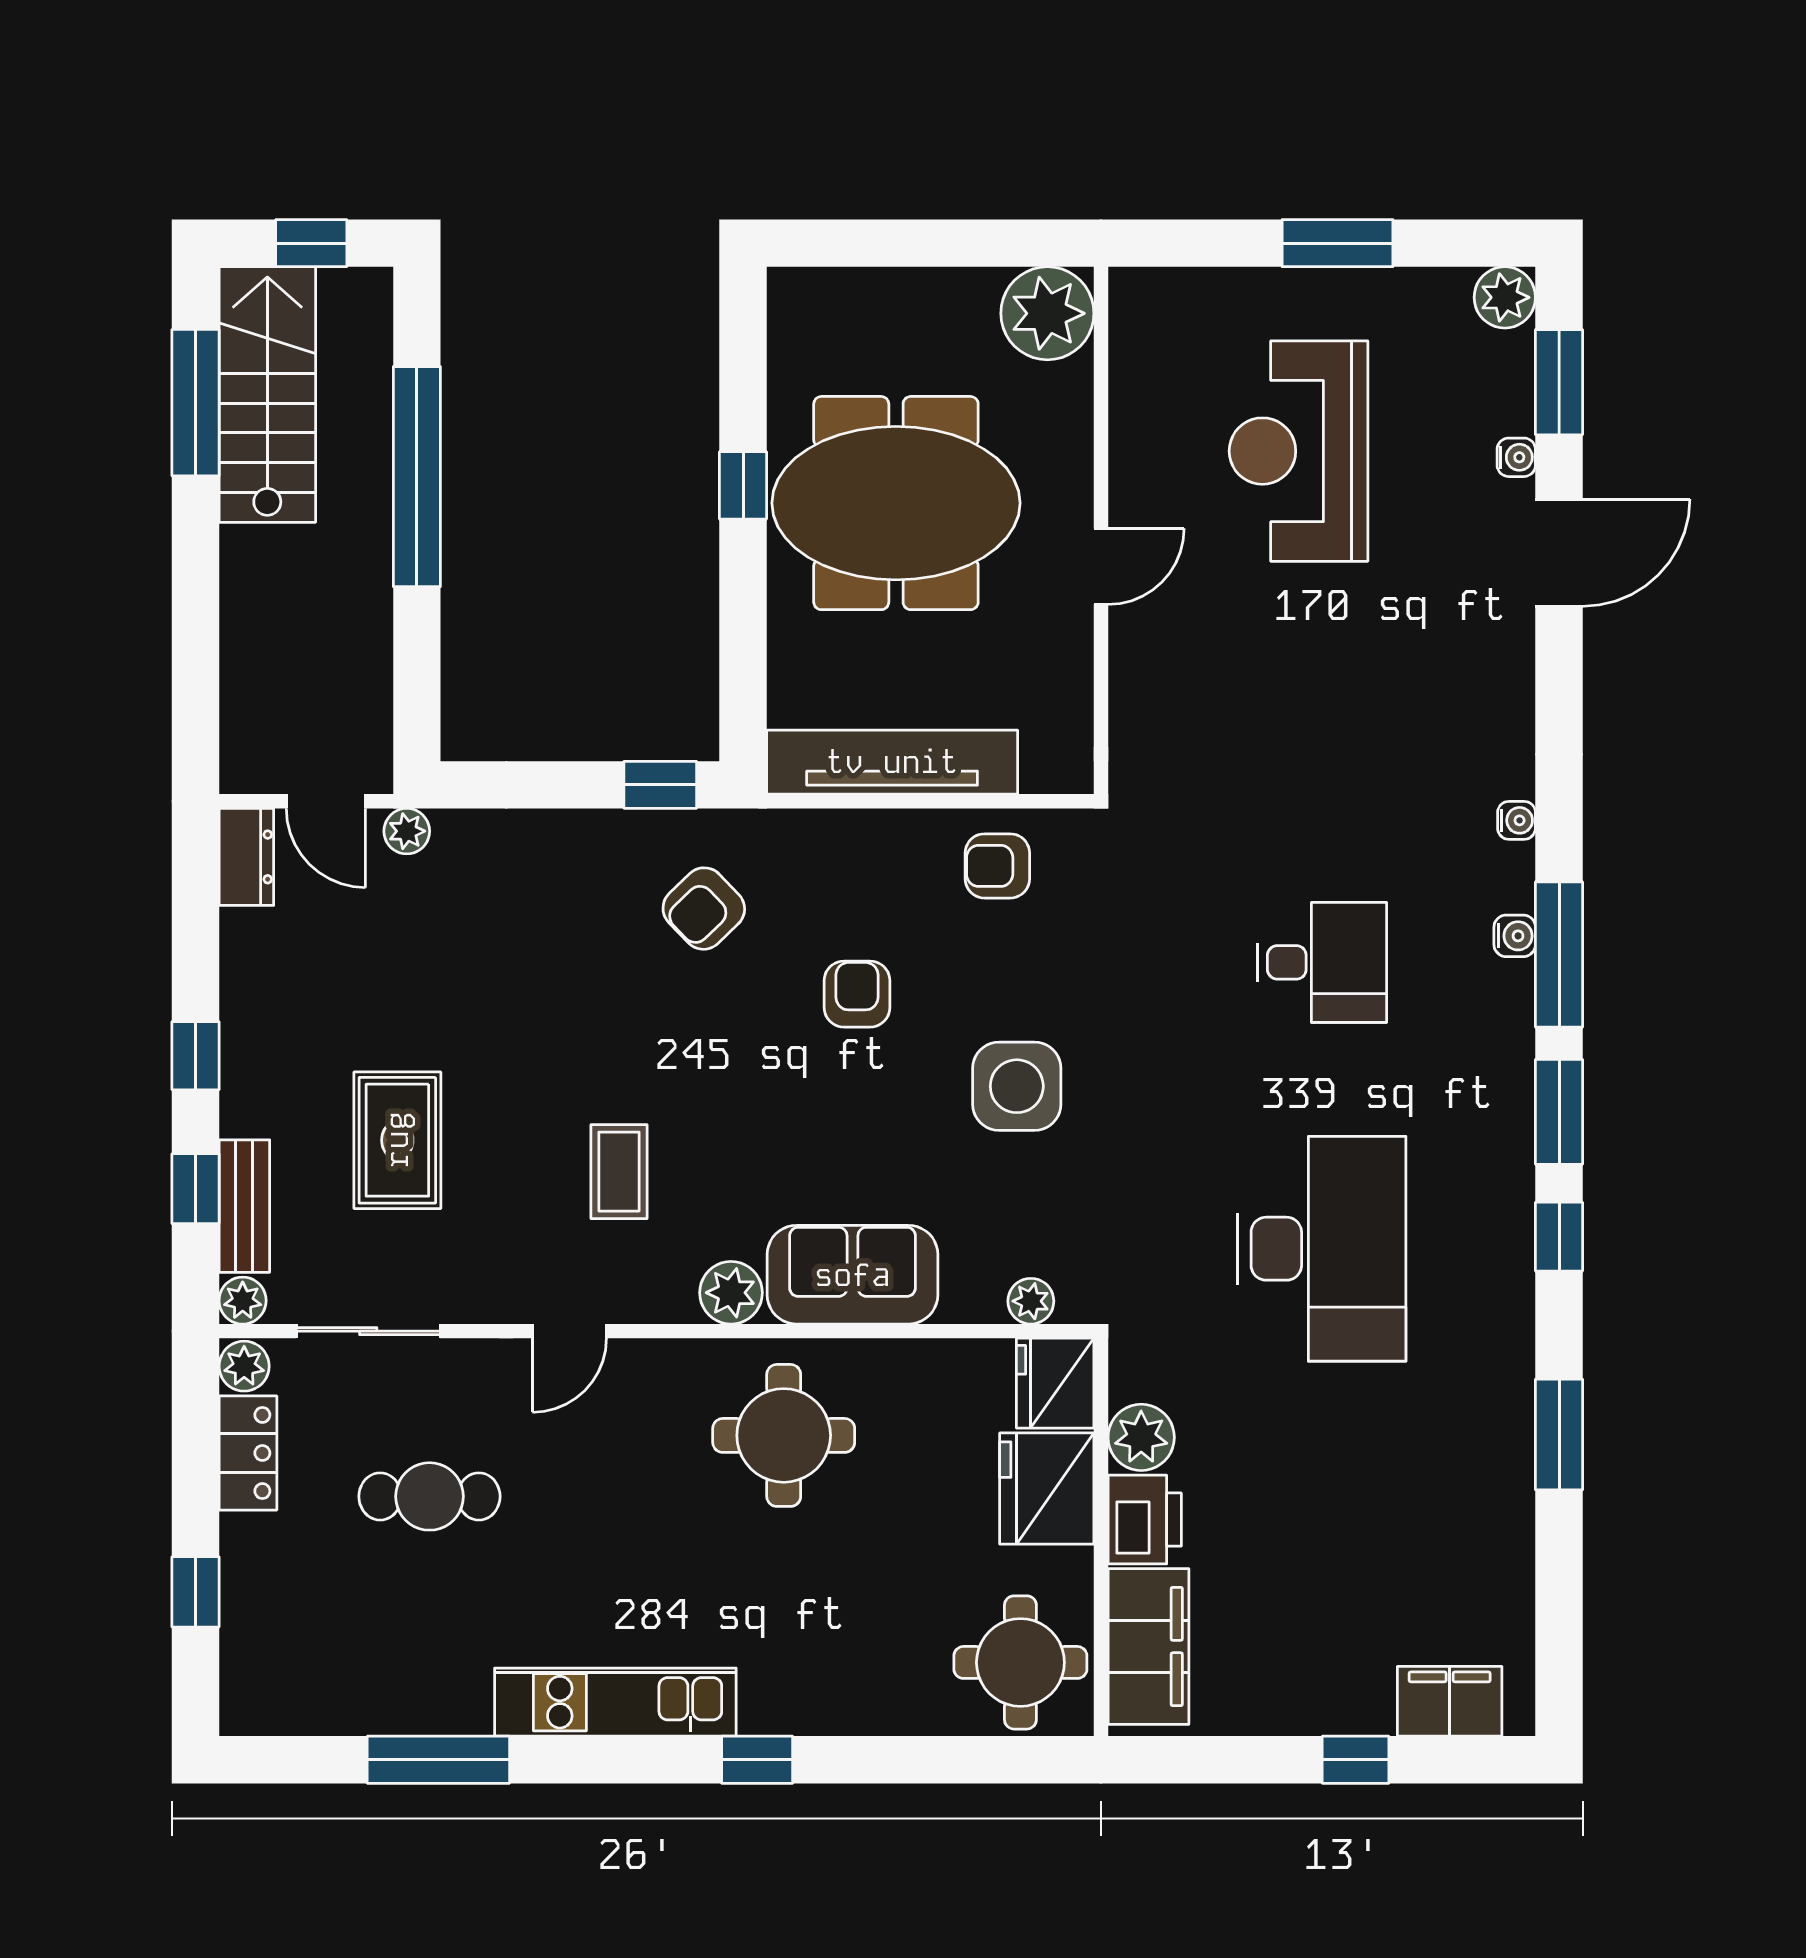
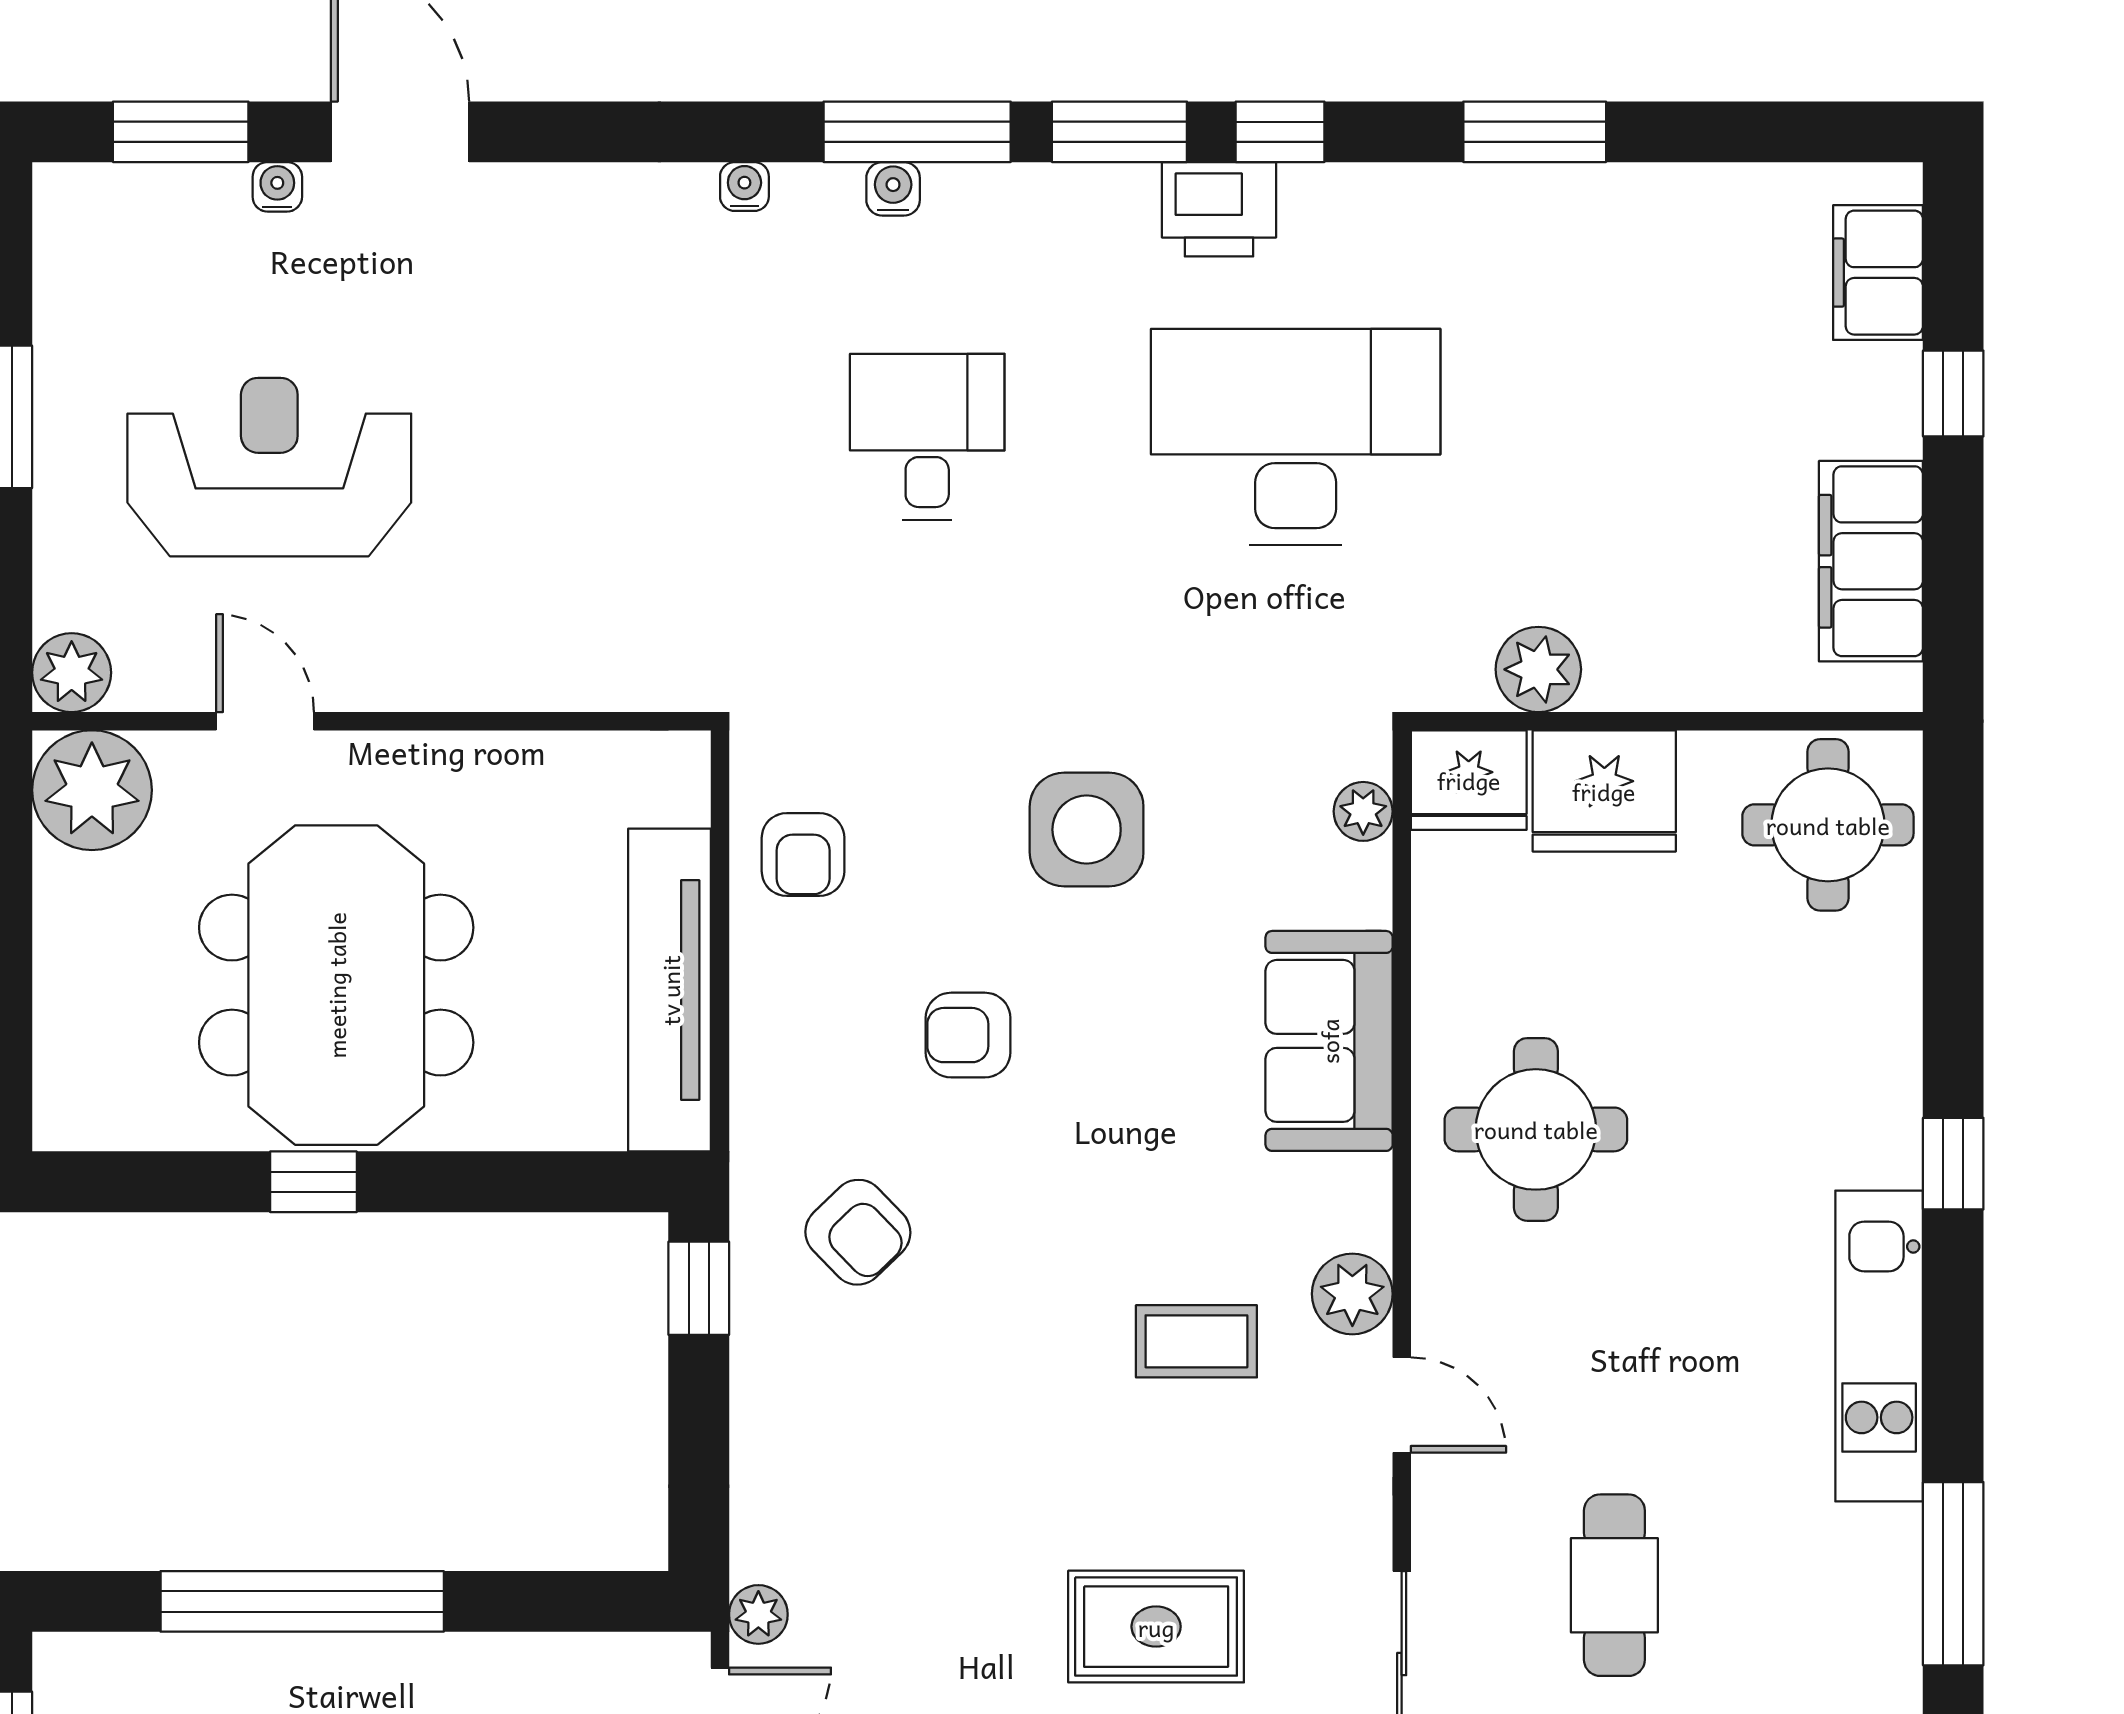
plant: (1505, 297) -> (72, 673), moved
reception desk: (1298, 451) -> (269, 467), turned 180
door: (1101, 566) -> (265, 721), moved
plant: (731, 1293) -> (1352, 1294), moved
printer: (1145, 1520) -> (1219, 209), moved, turned 180
filing cabinet: (1148, 1647) -> (1871, 561), moved, turned -90

